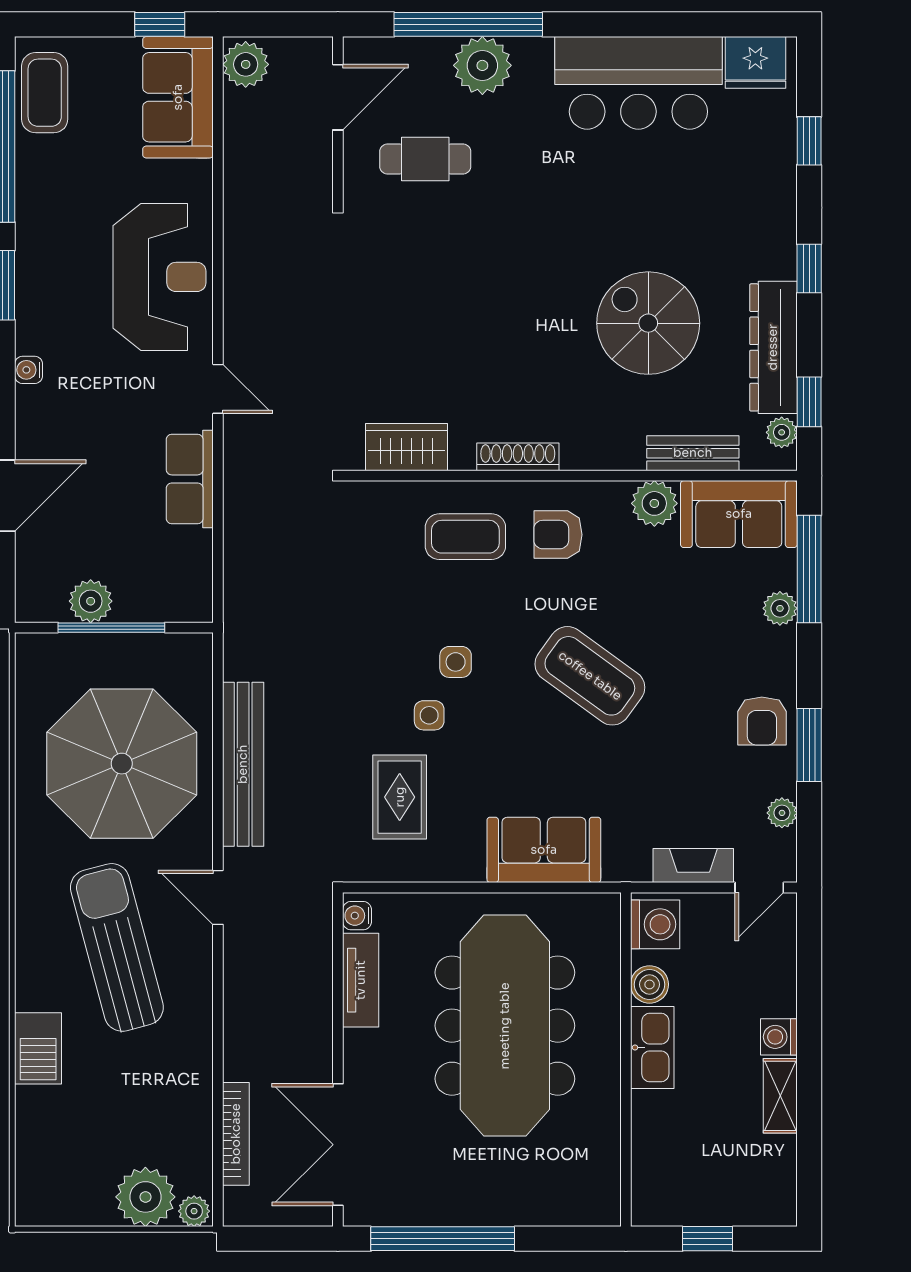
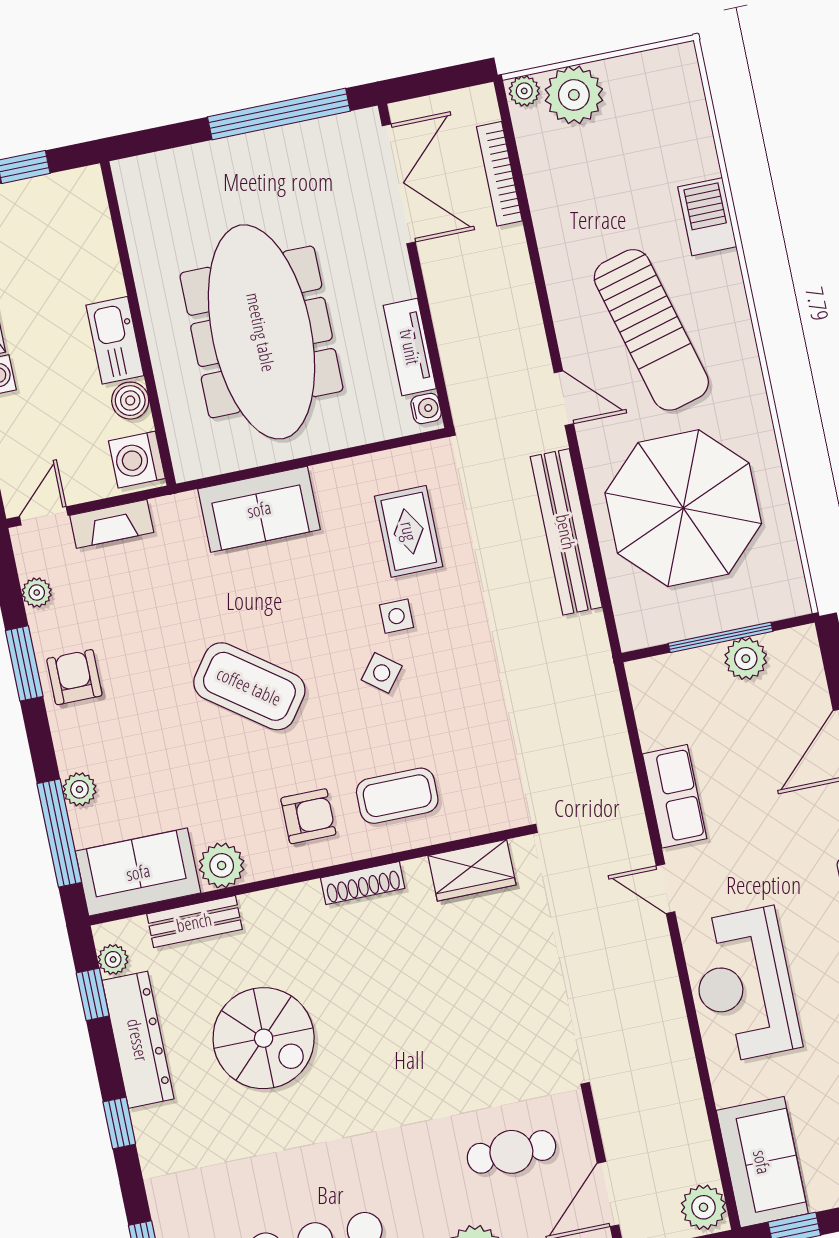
side table: (456, 662) -> (382, 673), turned 38

